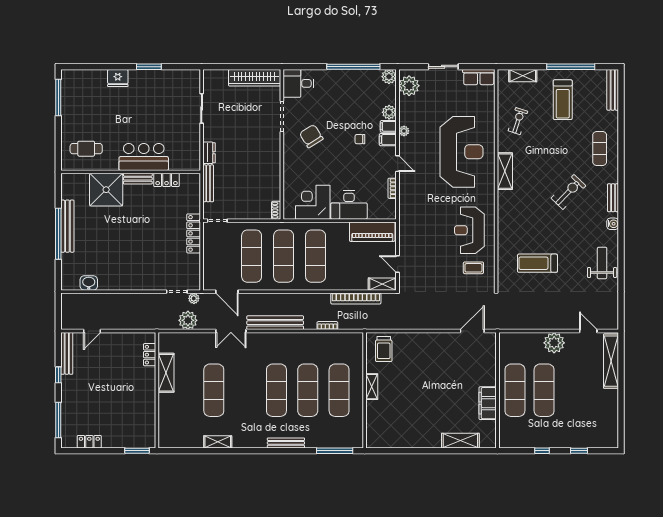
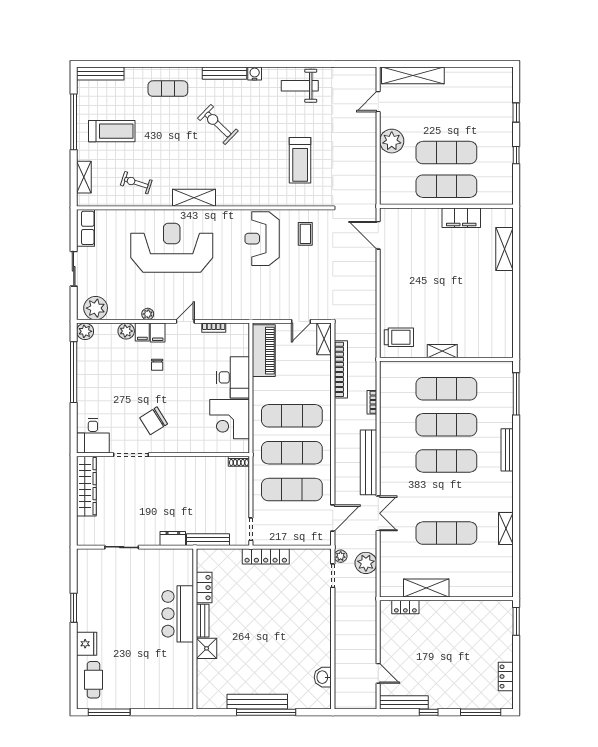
cafe table: (86, 149) -> (93, 680), moved
shower: (106, 190) -> (207, 648), width x0.54, depth x0.54
bench: (613, 198) -> (225, 73), width x1.36
reception desk: (469, 230) -> (262, 239), turned 90

